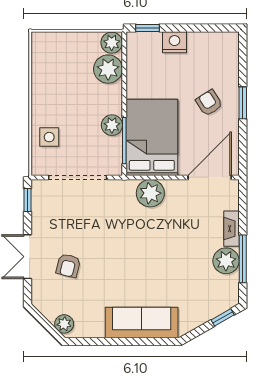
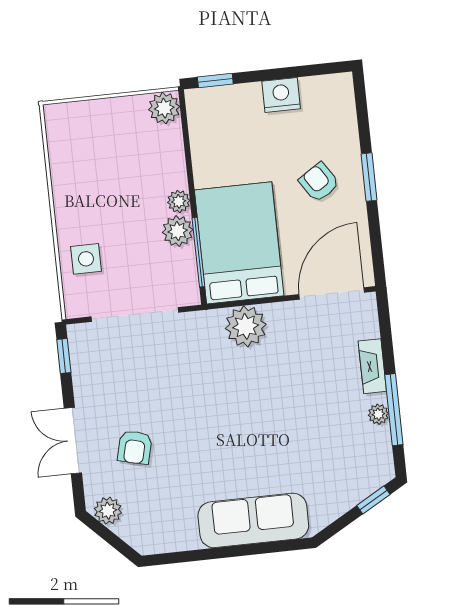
nightstand: (175, 42) -> (281, 95), moved
plant: (108, 69) -> (179, 201), moved, width x0.53, depth x0.53
plant: (226, 261) -> (378, 414), width x0.53, depth x0.53
plant: (64, 324) -> (108, 511), moved

